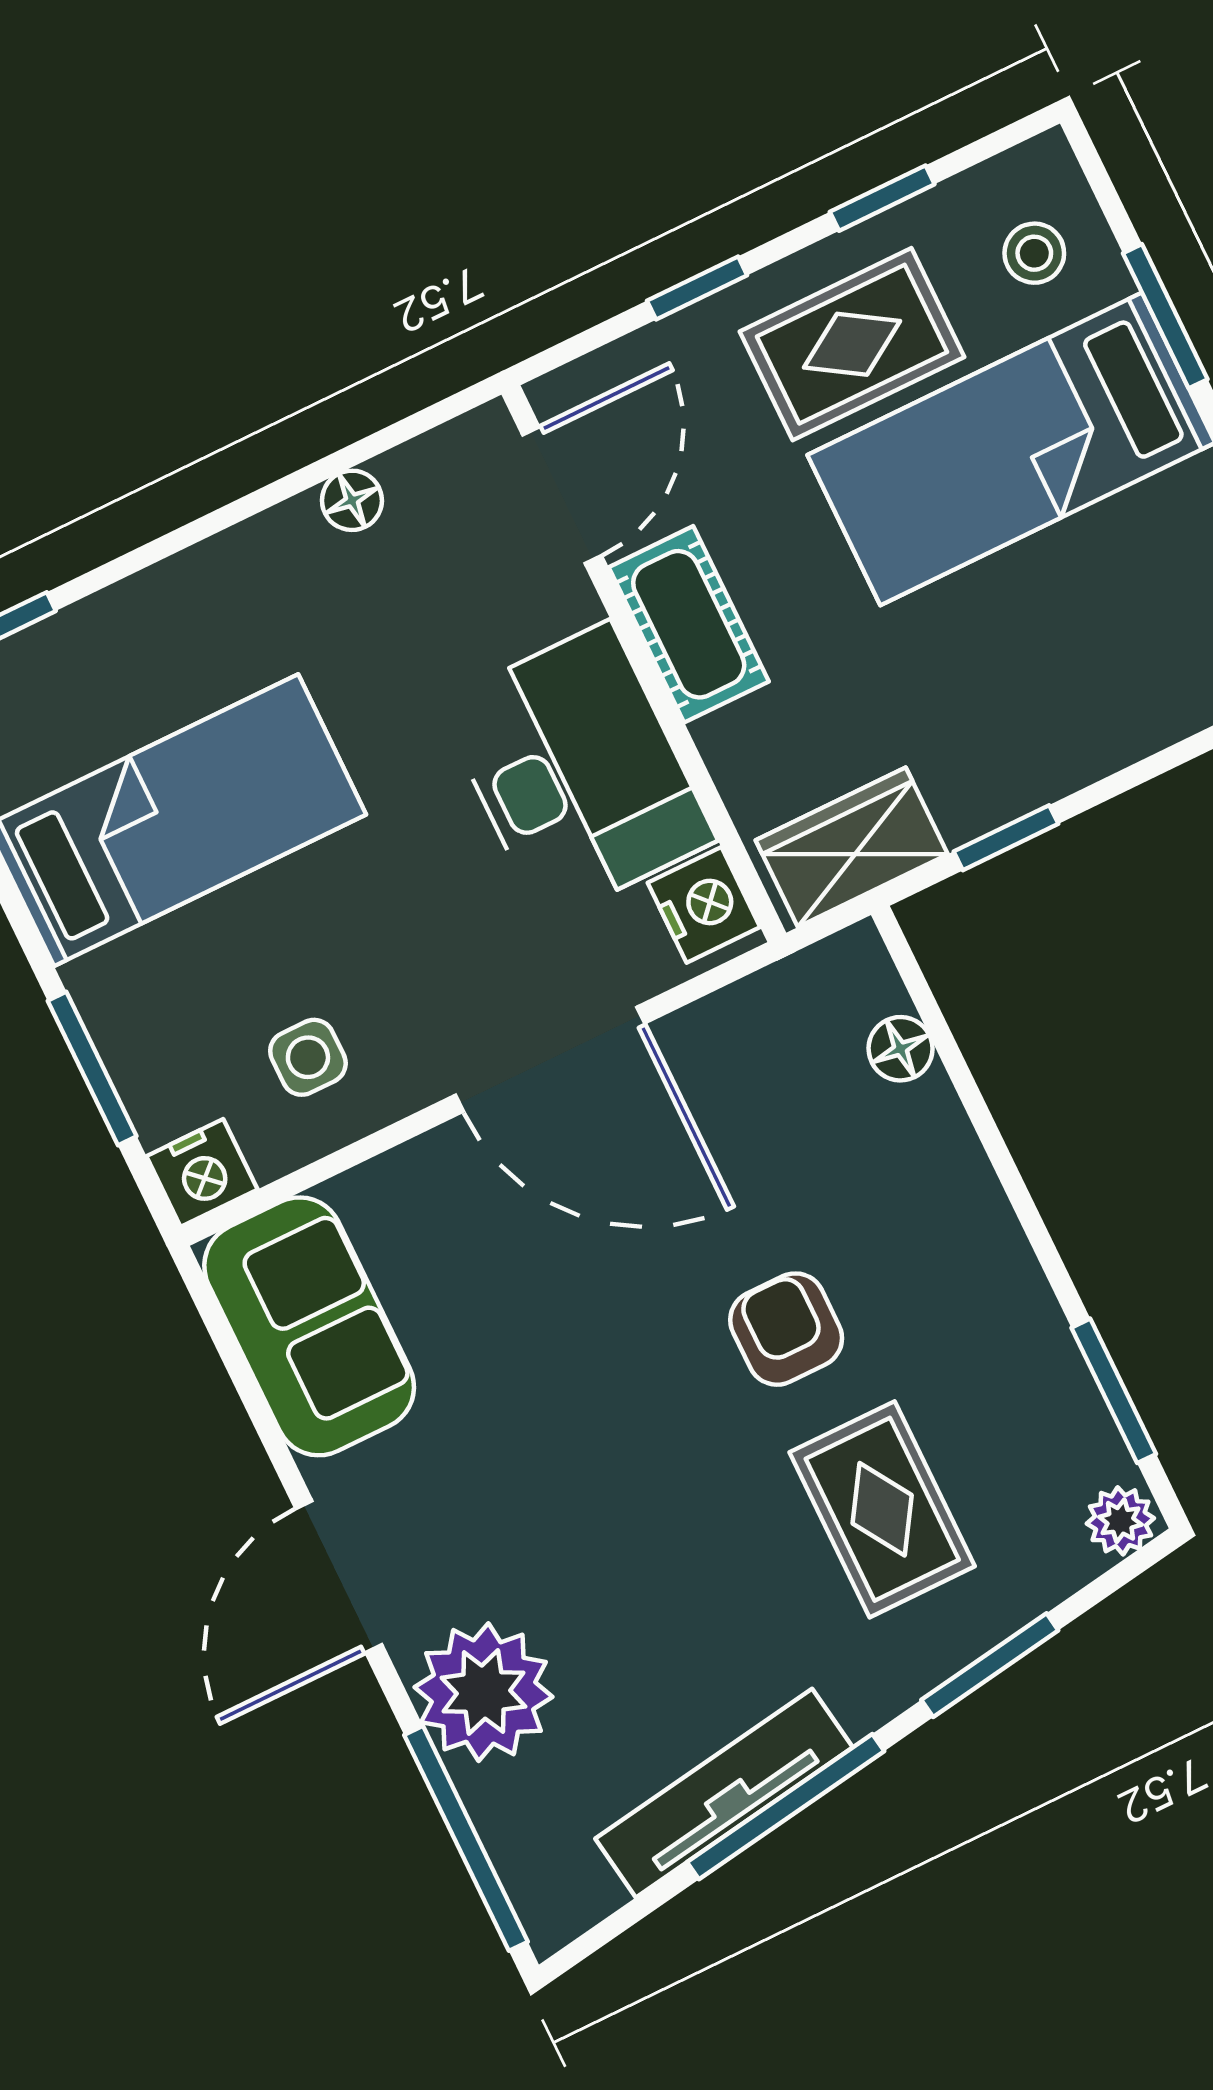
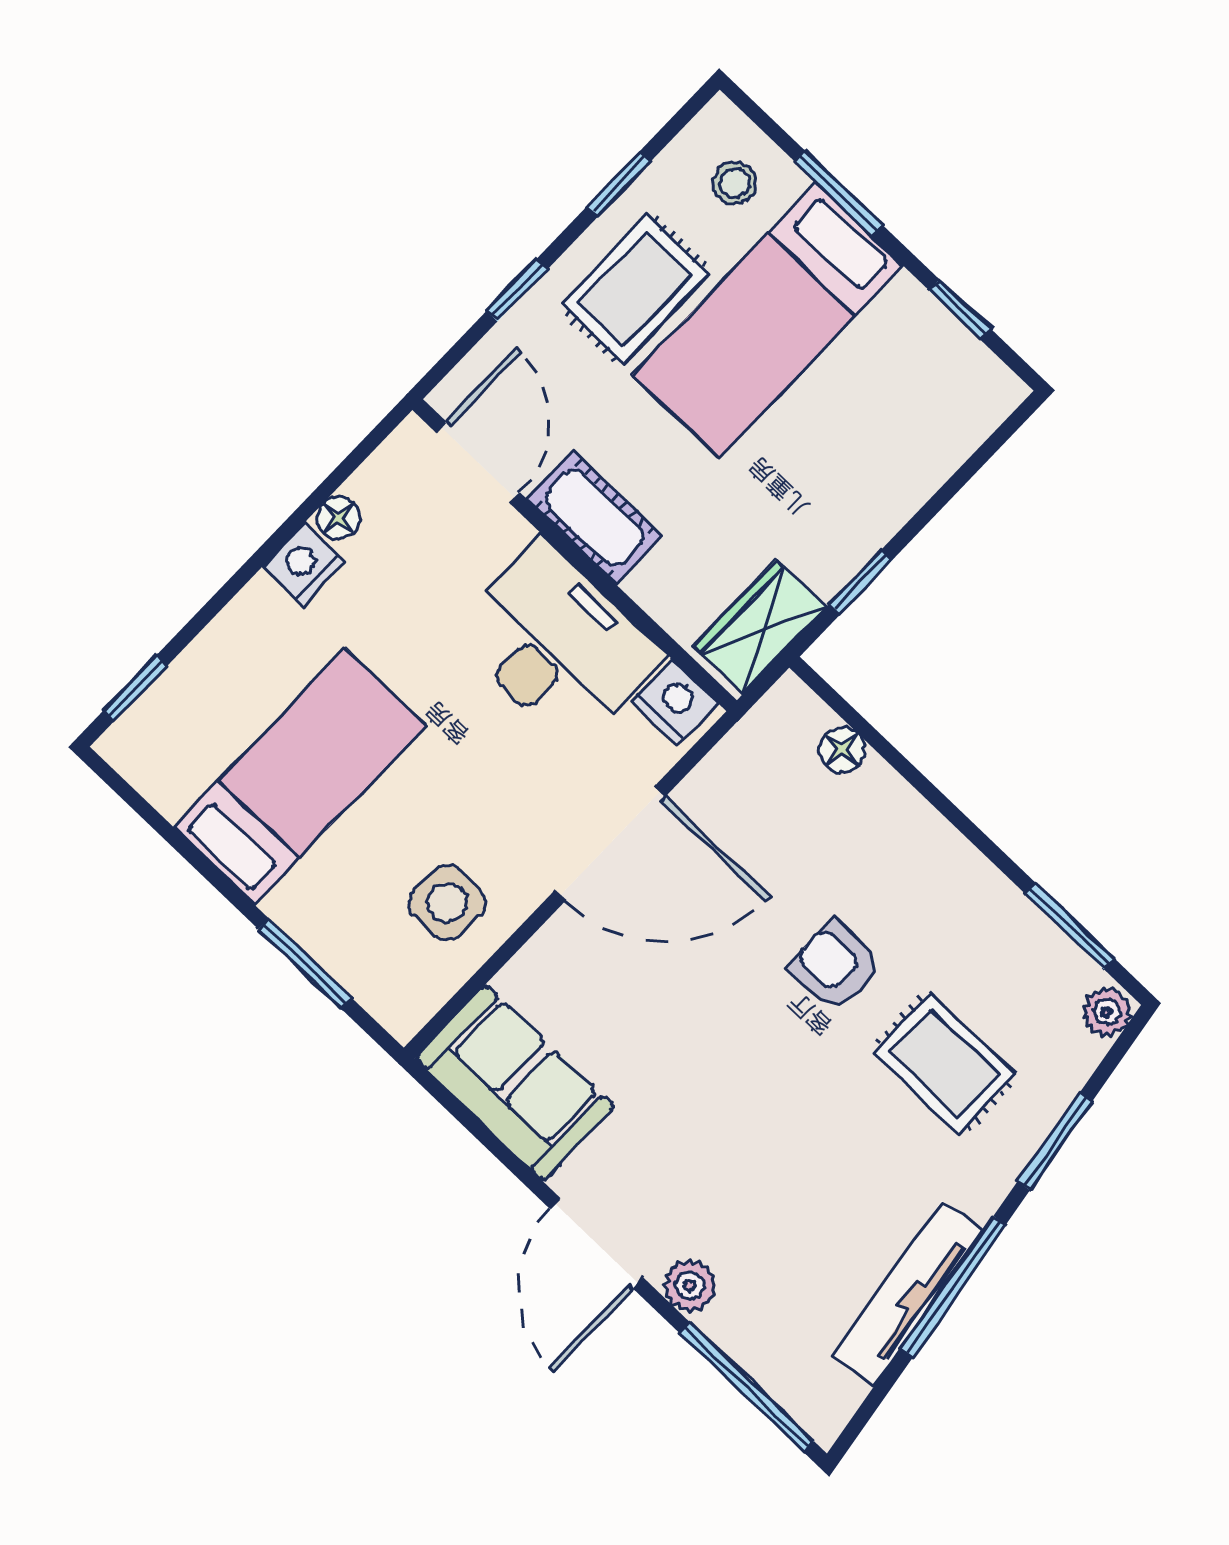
side table: (308, 1057) -> (447, 903), width x1.37, depth x1.37
nightstand: (202, 1173) -> (304, 564), moved, turned 180
plant: (483, 1692) -> (690, 1285), width x0.53, depth x0.53

